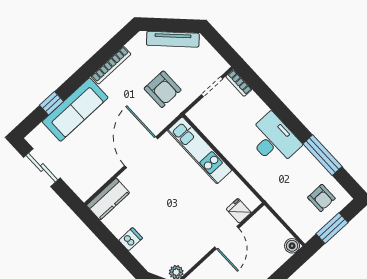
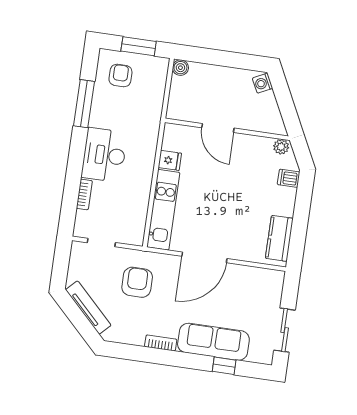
bookcase: (111, 65) -> (161, 343), width x0.64
bookcase: (239, 83) -> (84, 194), moved
kitchen counter: (108, 199) -> (279, 238), moved, turned -90
fridge: (239, 211) -> (170, 160), moved, turned -90
door: (227, 238) -> (218, 128), swing flipped
dishwasher: (131, 239) -> (289, 178), moved

